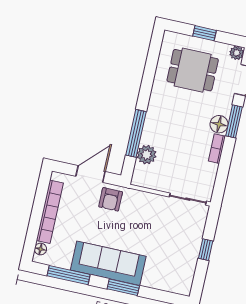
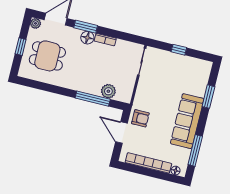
dining table: (193, 70) -> (47, 56), turned 90
window: (123, 287) -> (208, 97), moved

